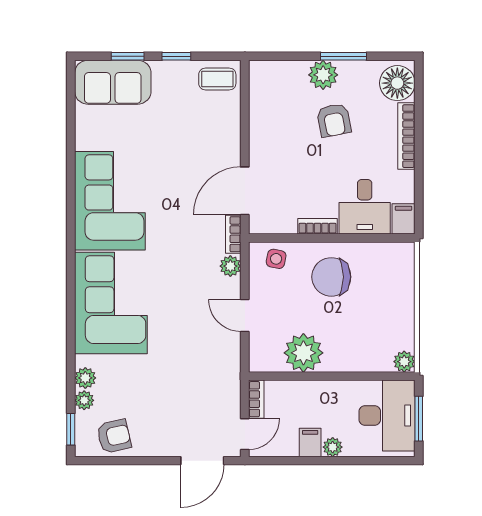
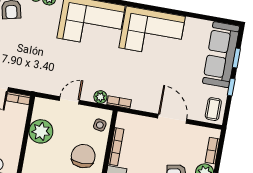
bookcase: (285, 69) -> (212, 151), added
sofa: (113, 82) -> (221, 55), width x1.36
door: (245, 191) -> (172, 119), moved
bookcase: (318, 226) -> (116, 147), width x1.56

